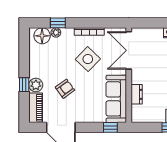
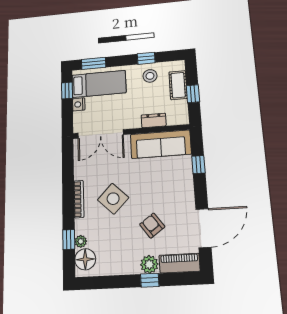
double door: (129, 50) -> (101, 134), moved
wall: (129, 75) -> (131, 132), moved
dresser: (137, 94) -> (154, 120), moved
sofa: (116, 99) -> (161, 144), moved

